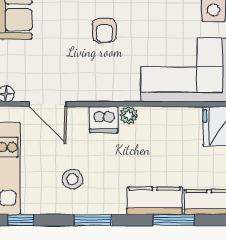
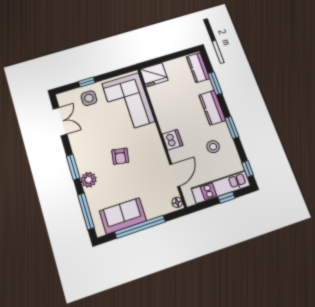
armchair: (104, 30) -> (120, 156), turned 100
plant: (129, 115) -> (165, 126), removed
kitchen counter: (155, 201) -> (212, 108), moved

